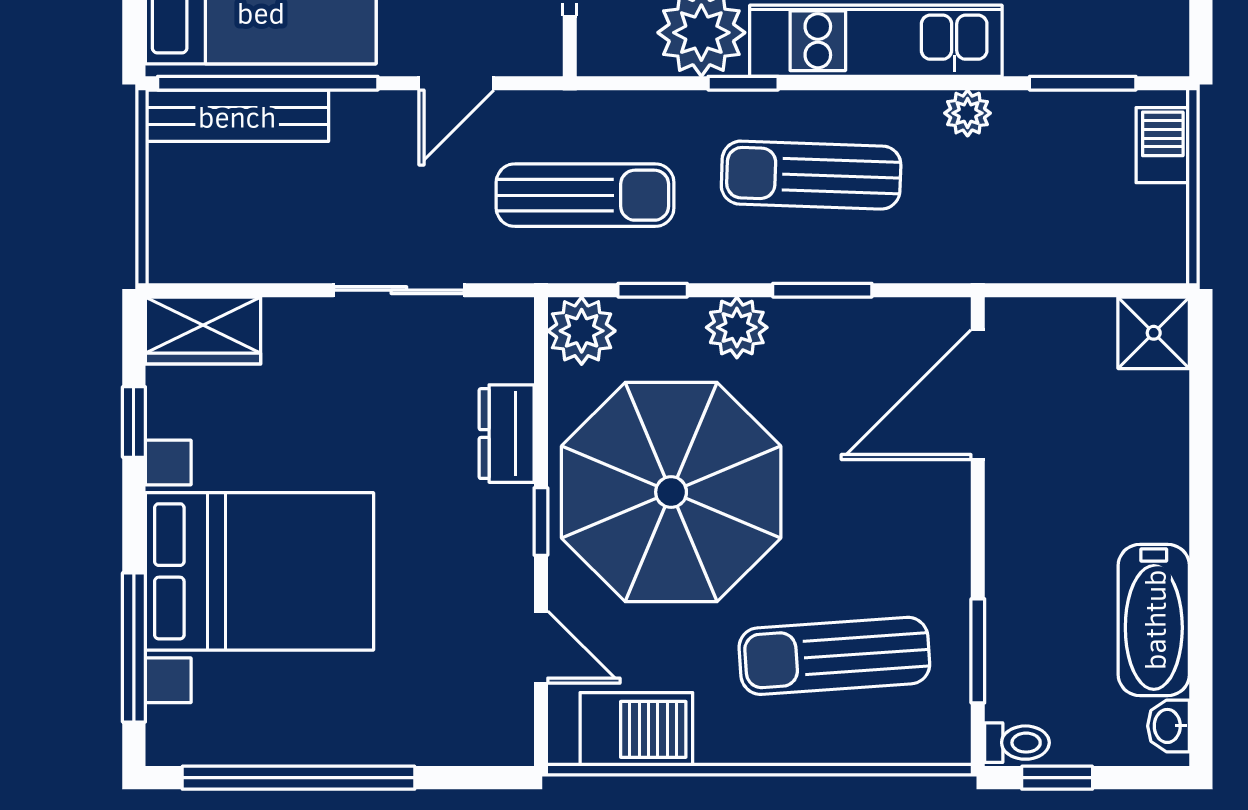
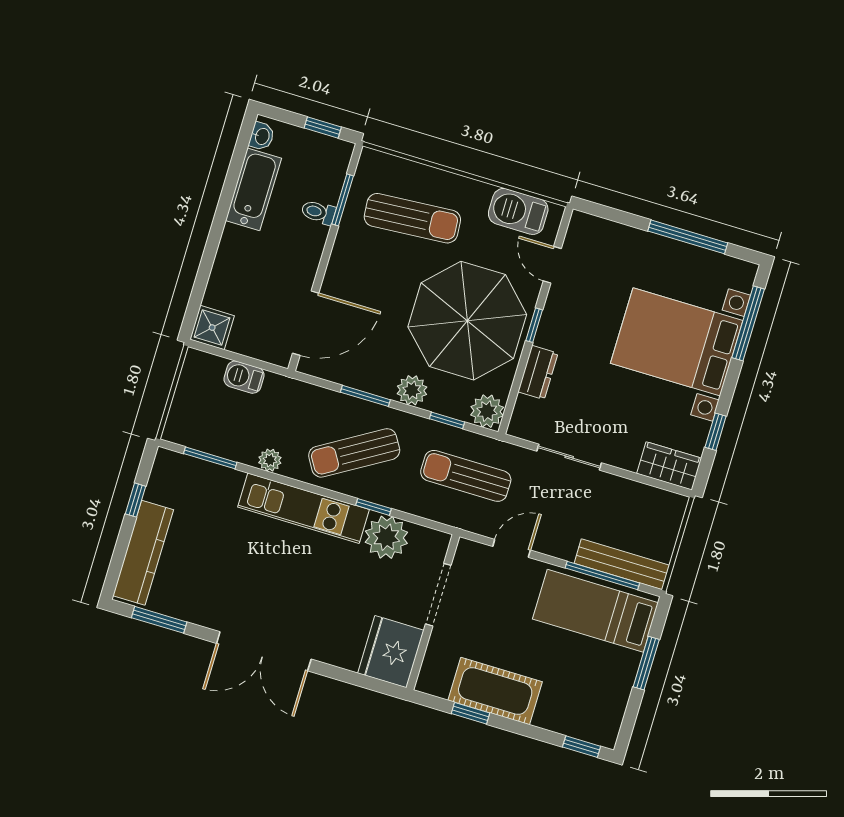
window: (268, 83) -> (602, 576), width x0.68
barbecue: (1163, 145) -> (244, 377), moved, turned 90
sun lounger: (811, 175) -> (354, 453), turned 147
toilet: (1017, 743) -> (318, 212), moved
window: (298, 778) -> (688, 237), width x0.68

